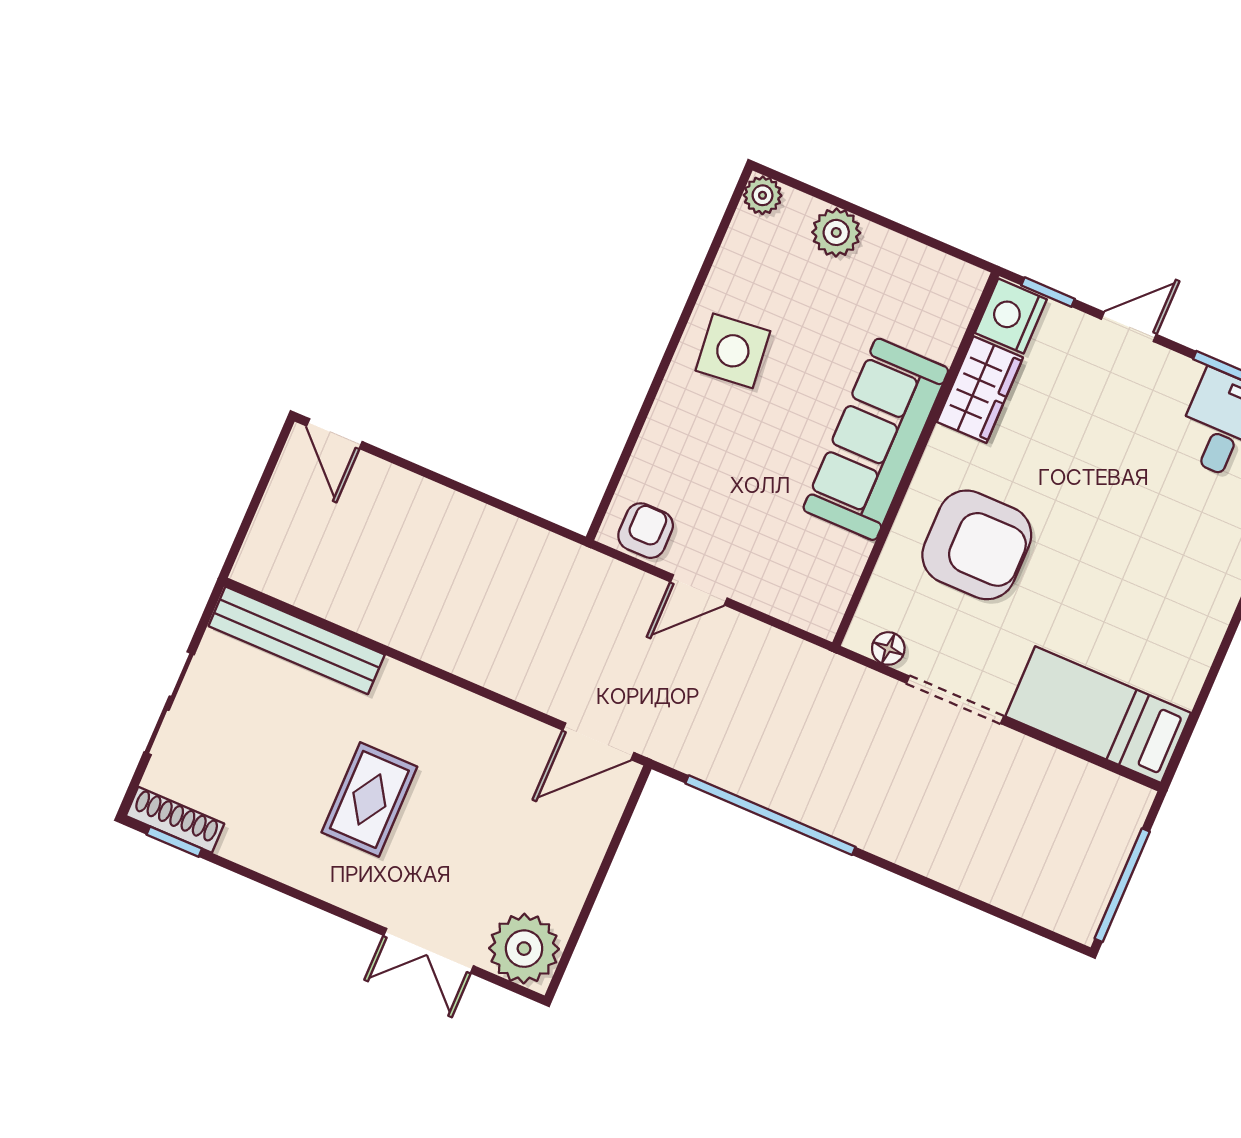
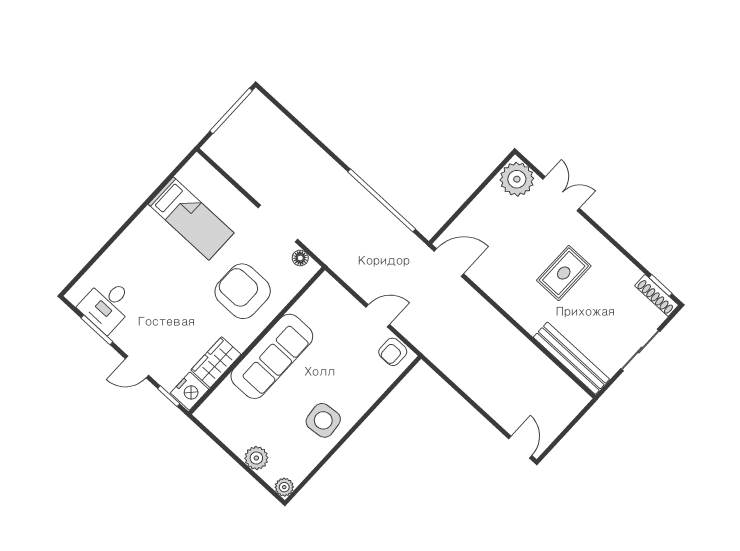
bed: (1098, 715) -> (191, 219), moved

